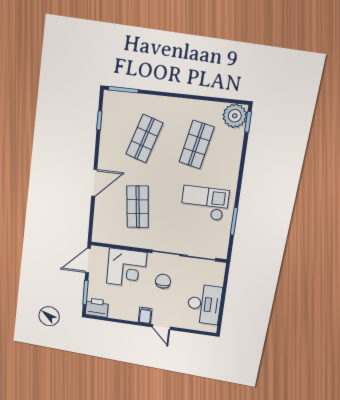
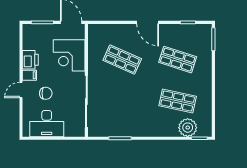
plant: (235, 116) -> (188, 128), moved
door: (94, 183) -> (148, 22), moved
checkout: (205, 203) -> (132, 113), removed
shop shelf: (138, 207) -> (122, 60), turned 30
chair: (163, 281) -> (46, 93), moved
printer: (97, 308) -> (30, 60), moved

